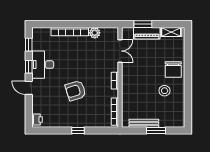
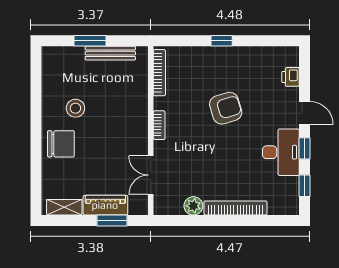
chair: (173, 70) -> (61, 144), turned 90
printer: (37, 120) -> (291, 77), moved

